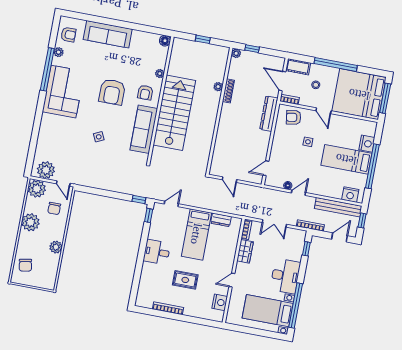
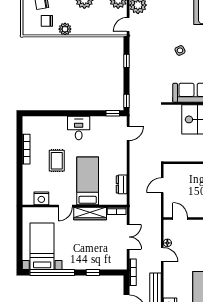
window: (99, 192) -> (126, 61), added
door: (171, 204) -> (128, 133), hinge flipped
chair: (54, 208) -> (47, 21), moved
double door: (274, 223) -> (128, 237), swing flipped
bed: (196, 234) -> (88, 181), moved, turned 90
window: (306, 249) -> (93, 273), moved
wardrobe: (245, 251) -> (90, 213), width x1.50
desk: (285, 276) -> (79, 257), removed
door: (232, 280) -> (65, 206), swing flipped

